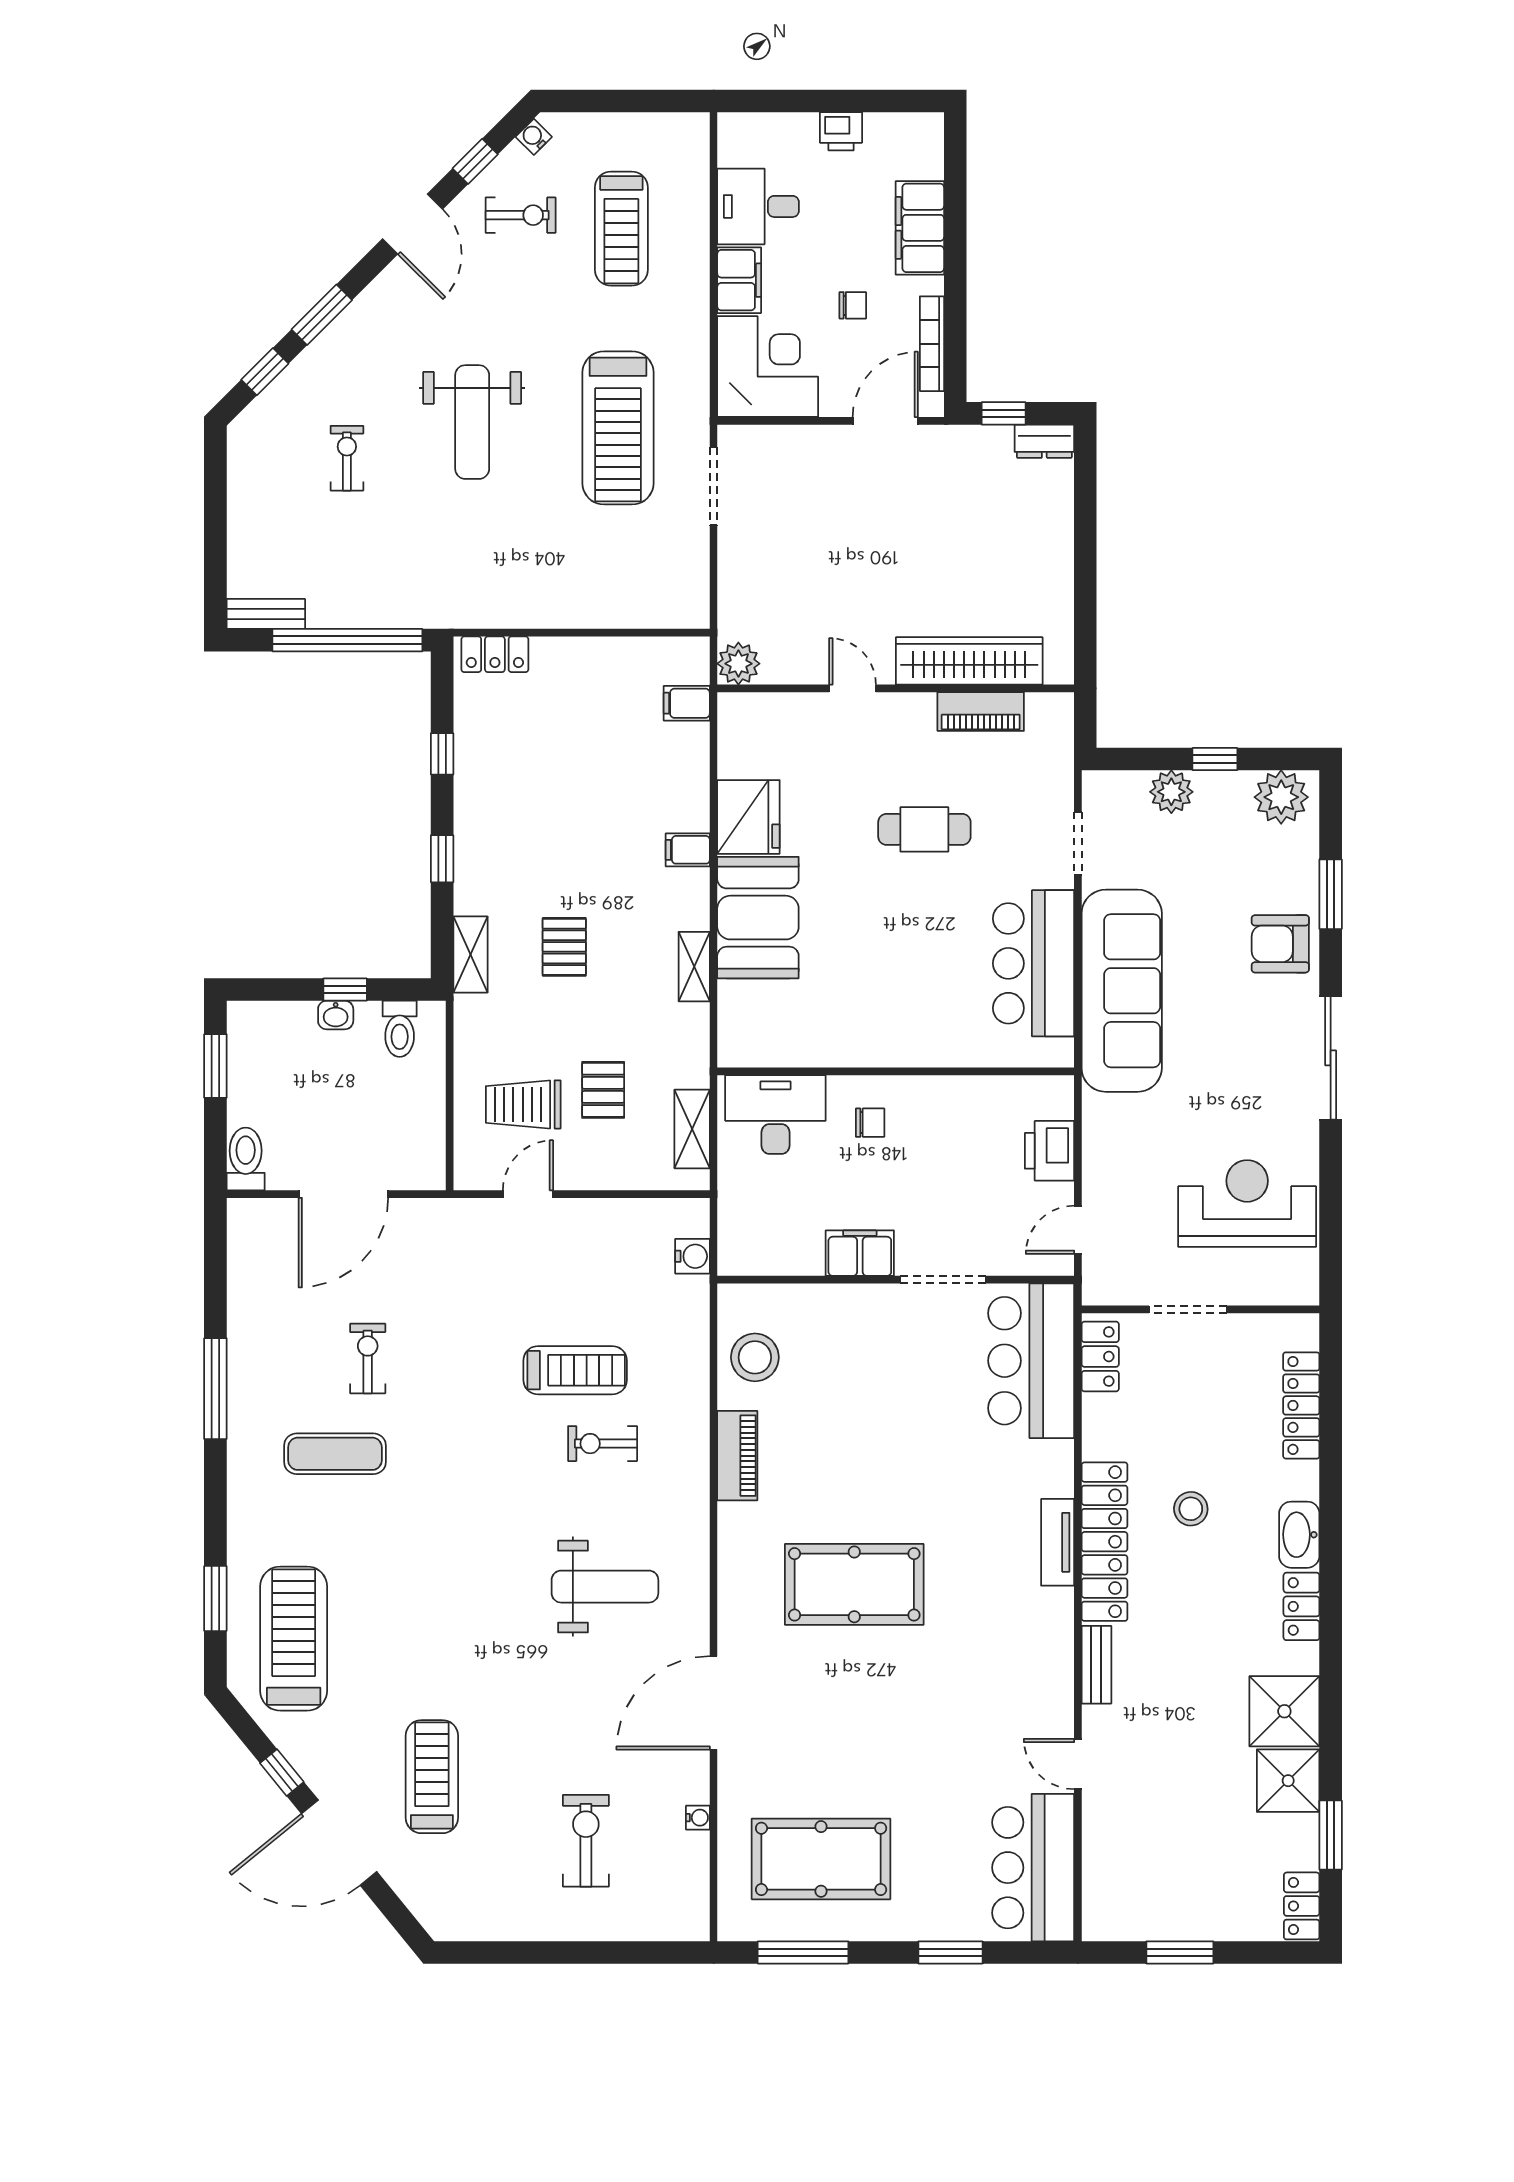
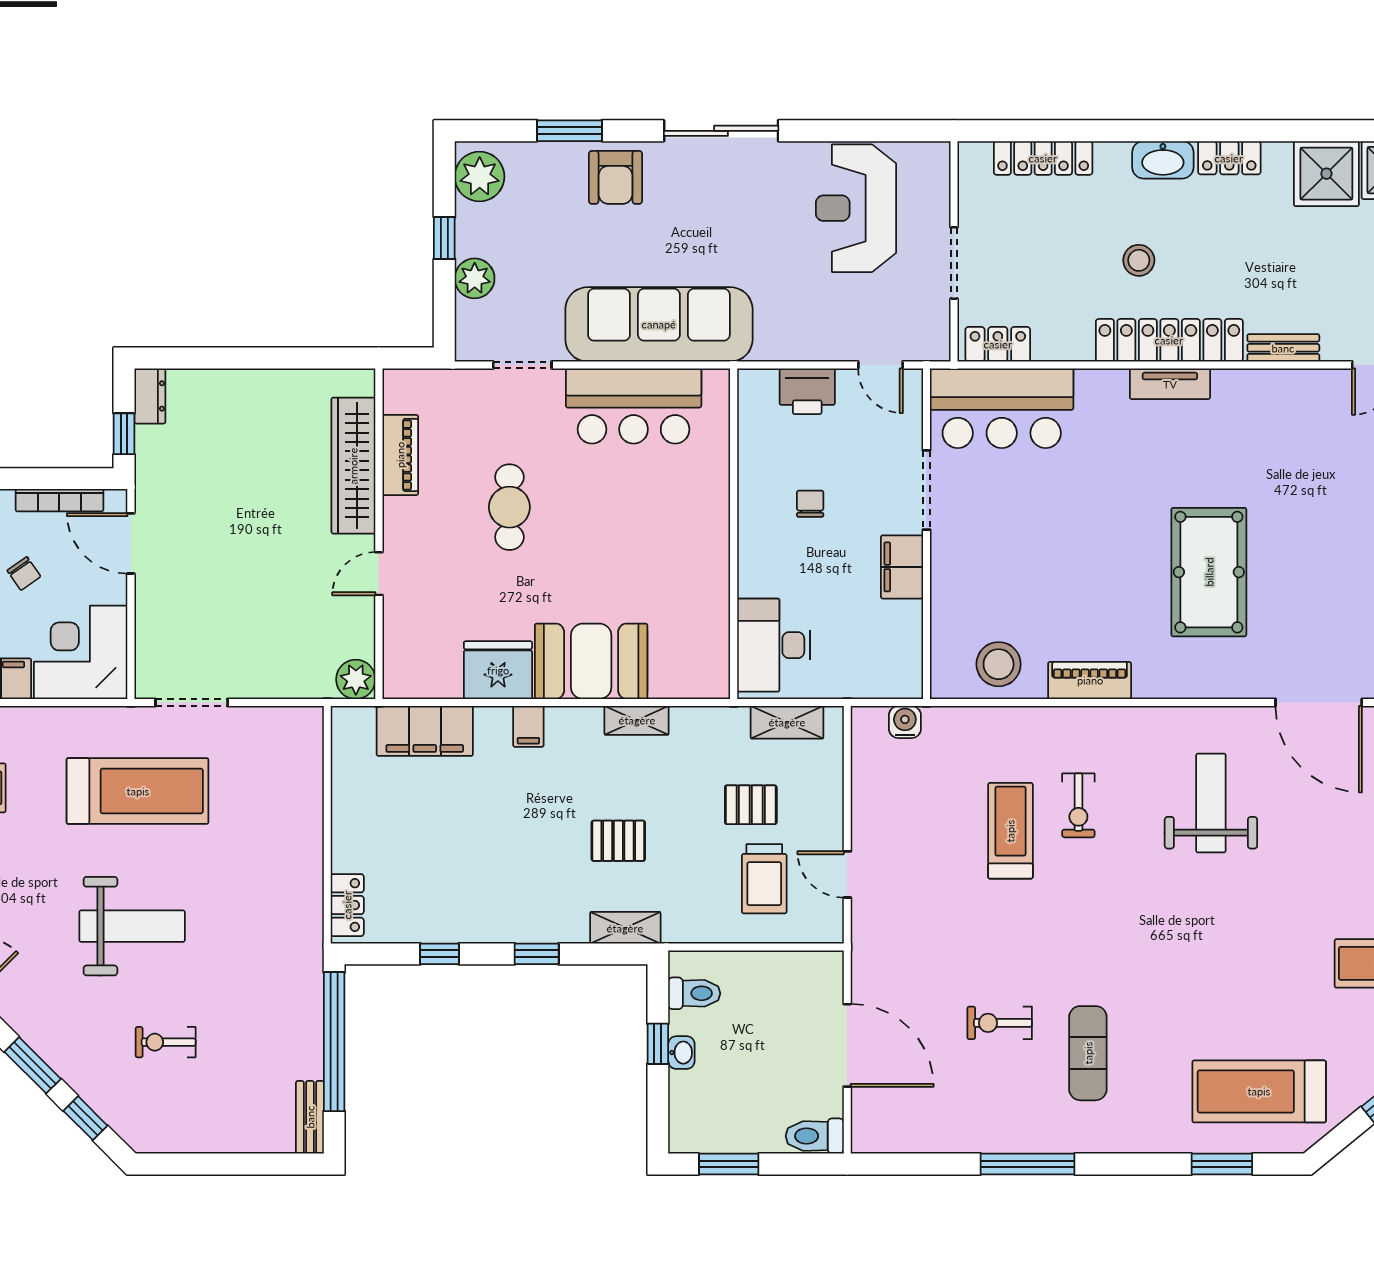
chair: (853, 305) -> (24, 574), turned 145
filing cabinet: (687, 703) -> (425, 731), width x3.00, depth x1.17
chair: (870, 1123) -> (810, 504), moved

